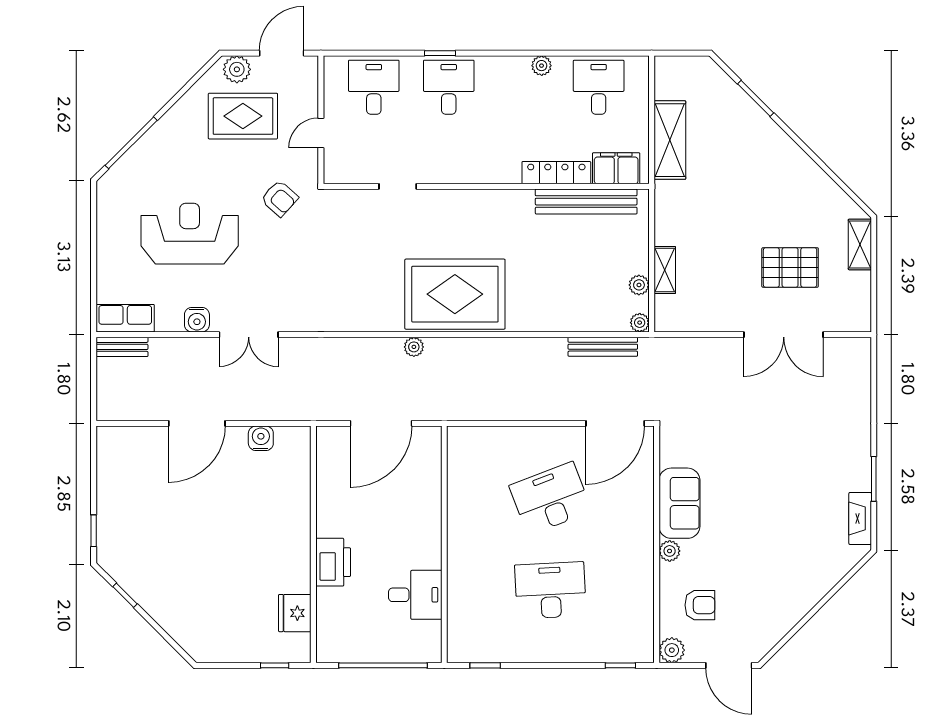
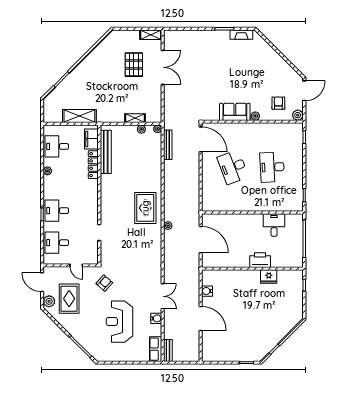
shelving: (860, 244) -> (151, 35), moved
rug: (455, 294) -> (145, 208), width x0.73, depth x0.69
fridge: (295, 613) -> (269, 277), moved

